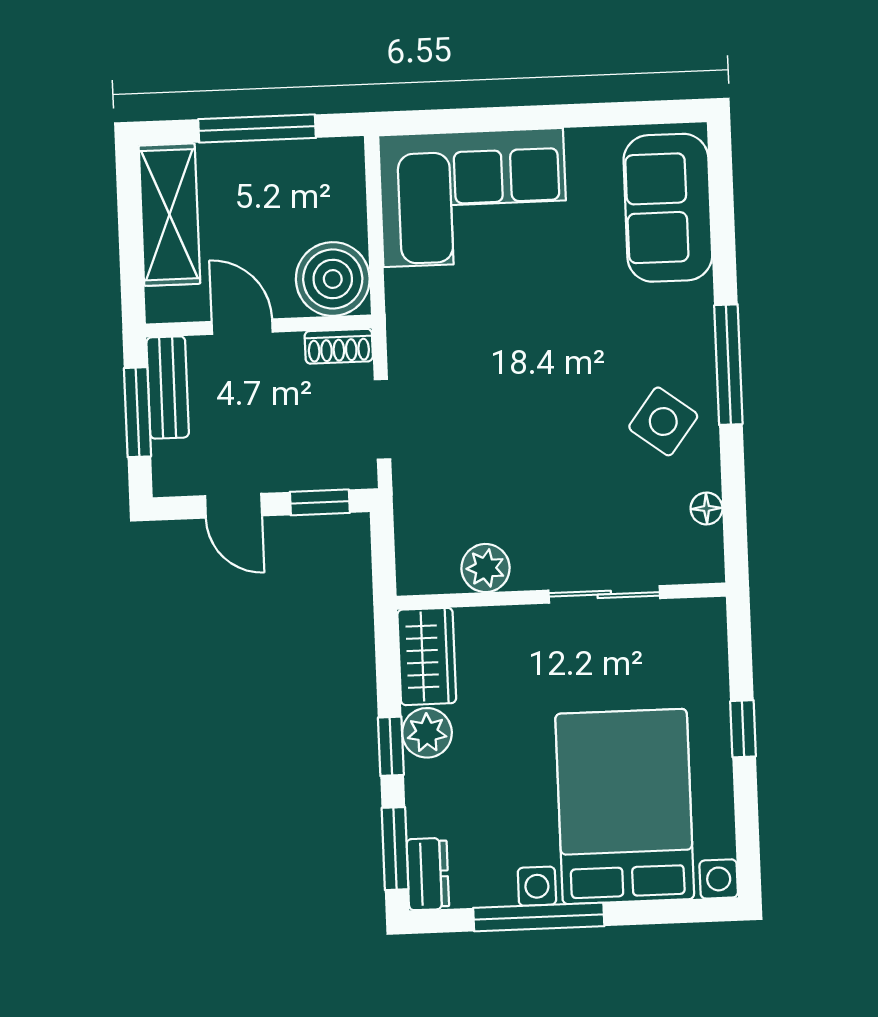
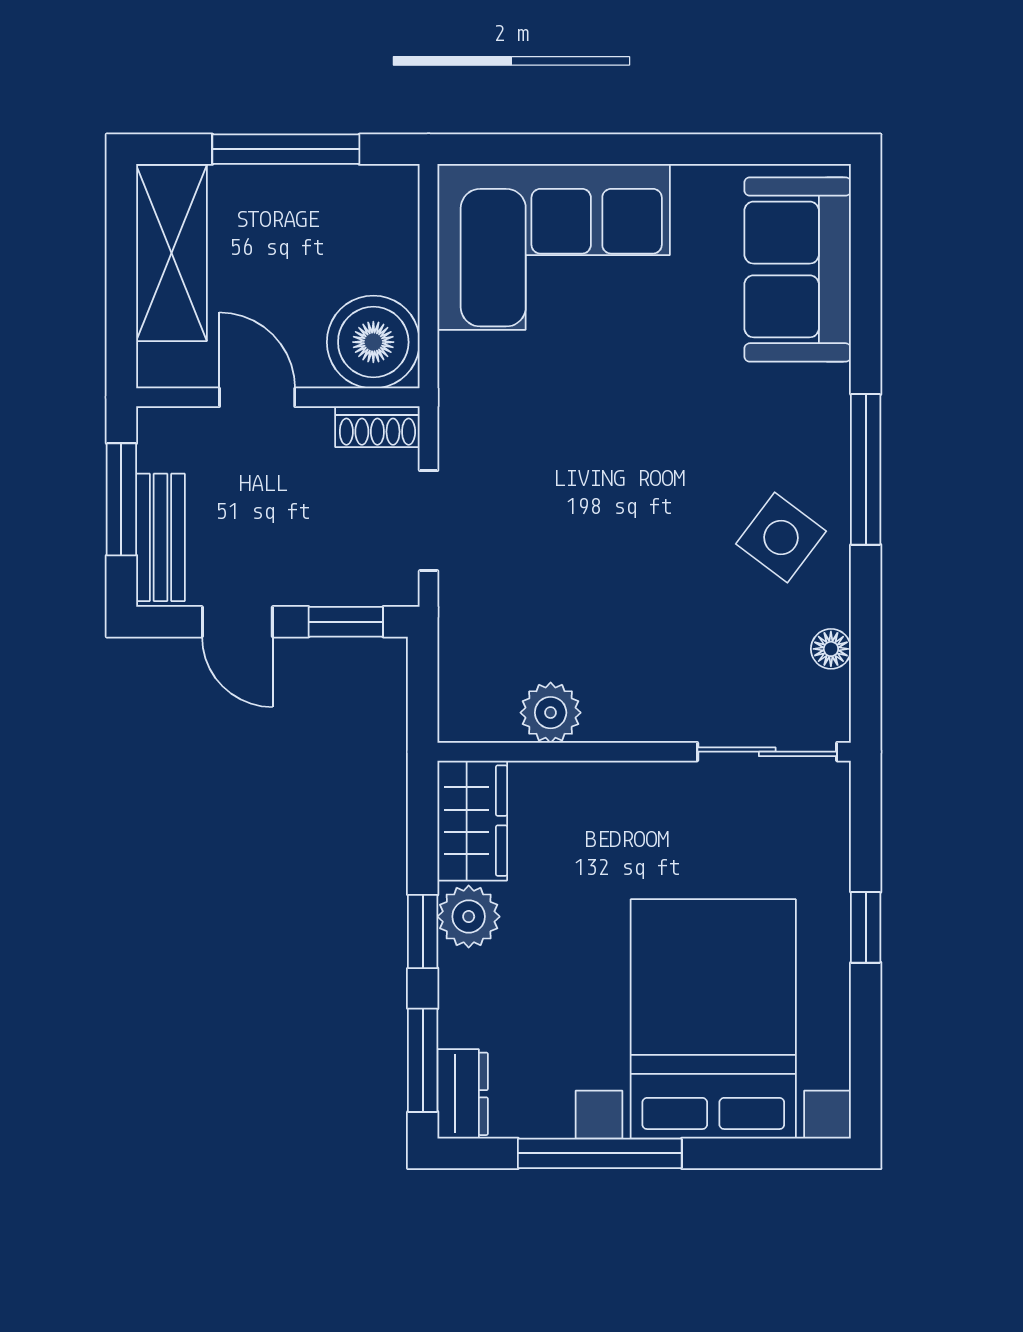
bench: (168, 387) -> (161, 537), moved
sliding door: (604, 594) -> (767, 752), moved

